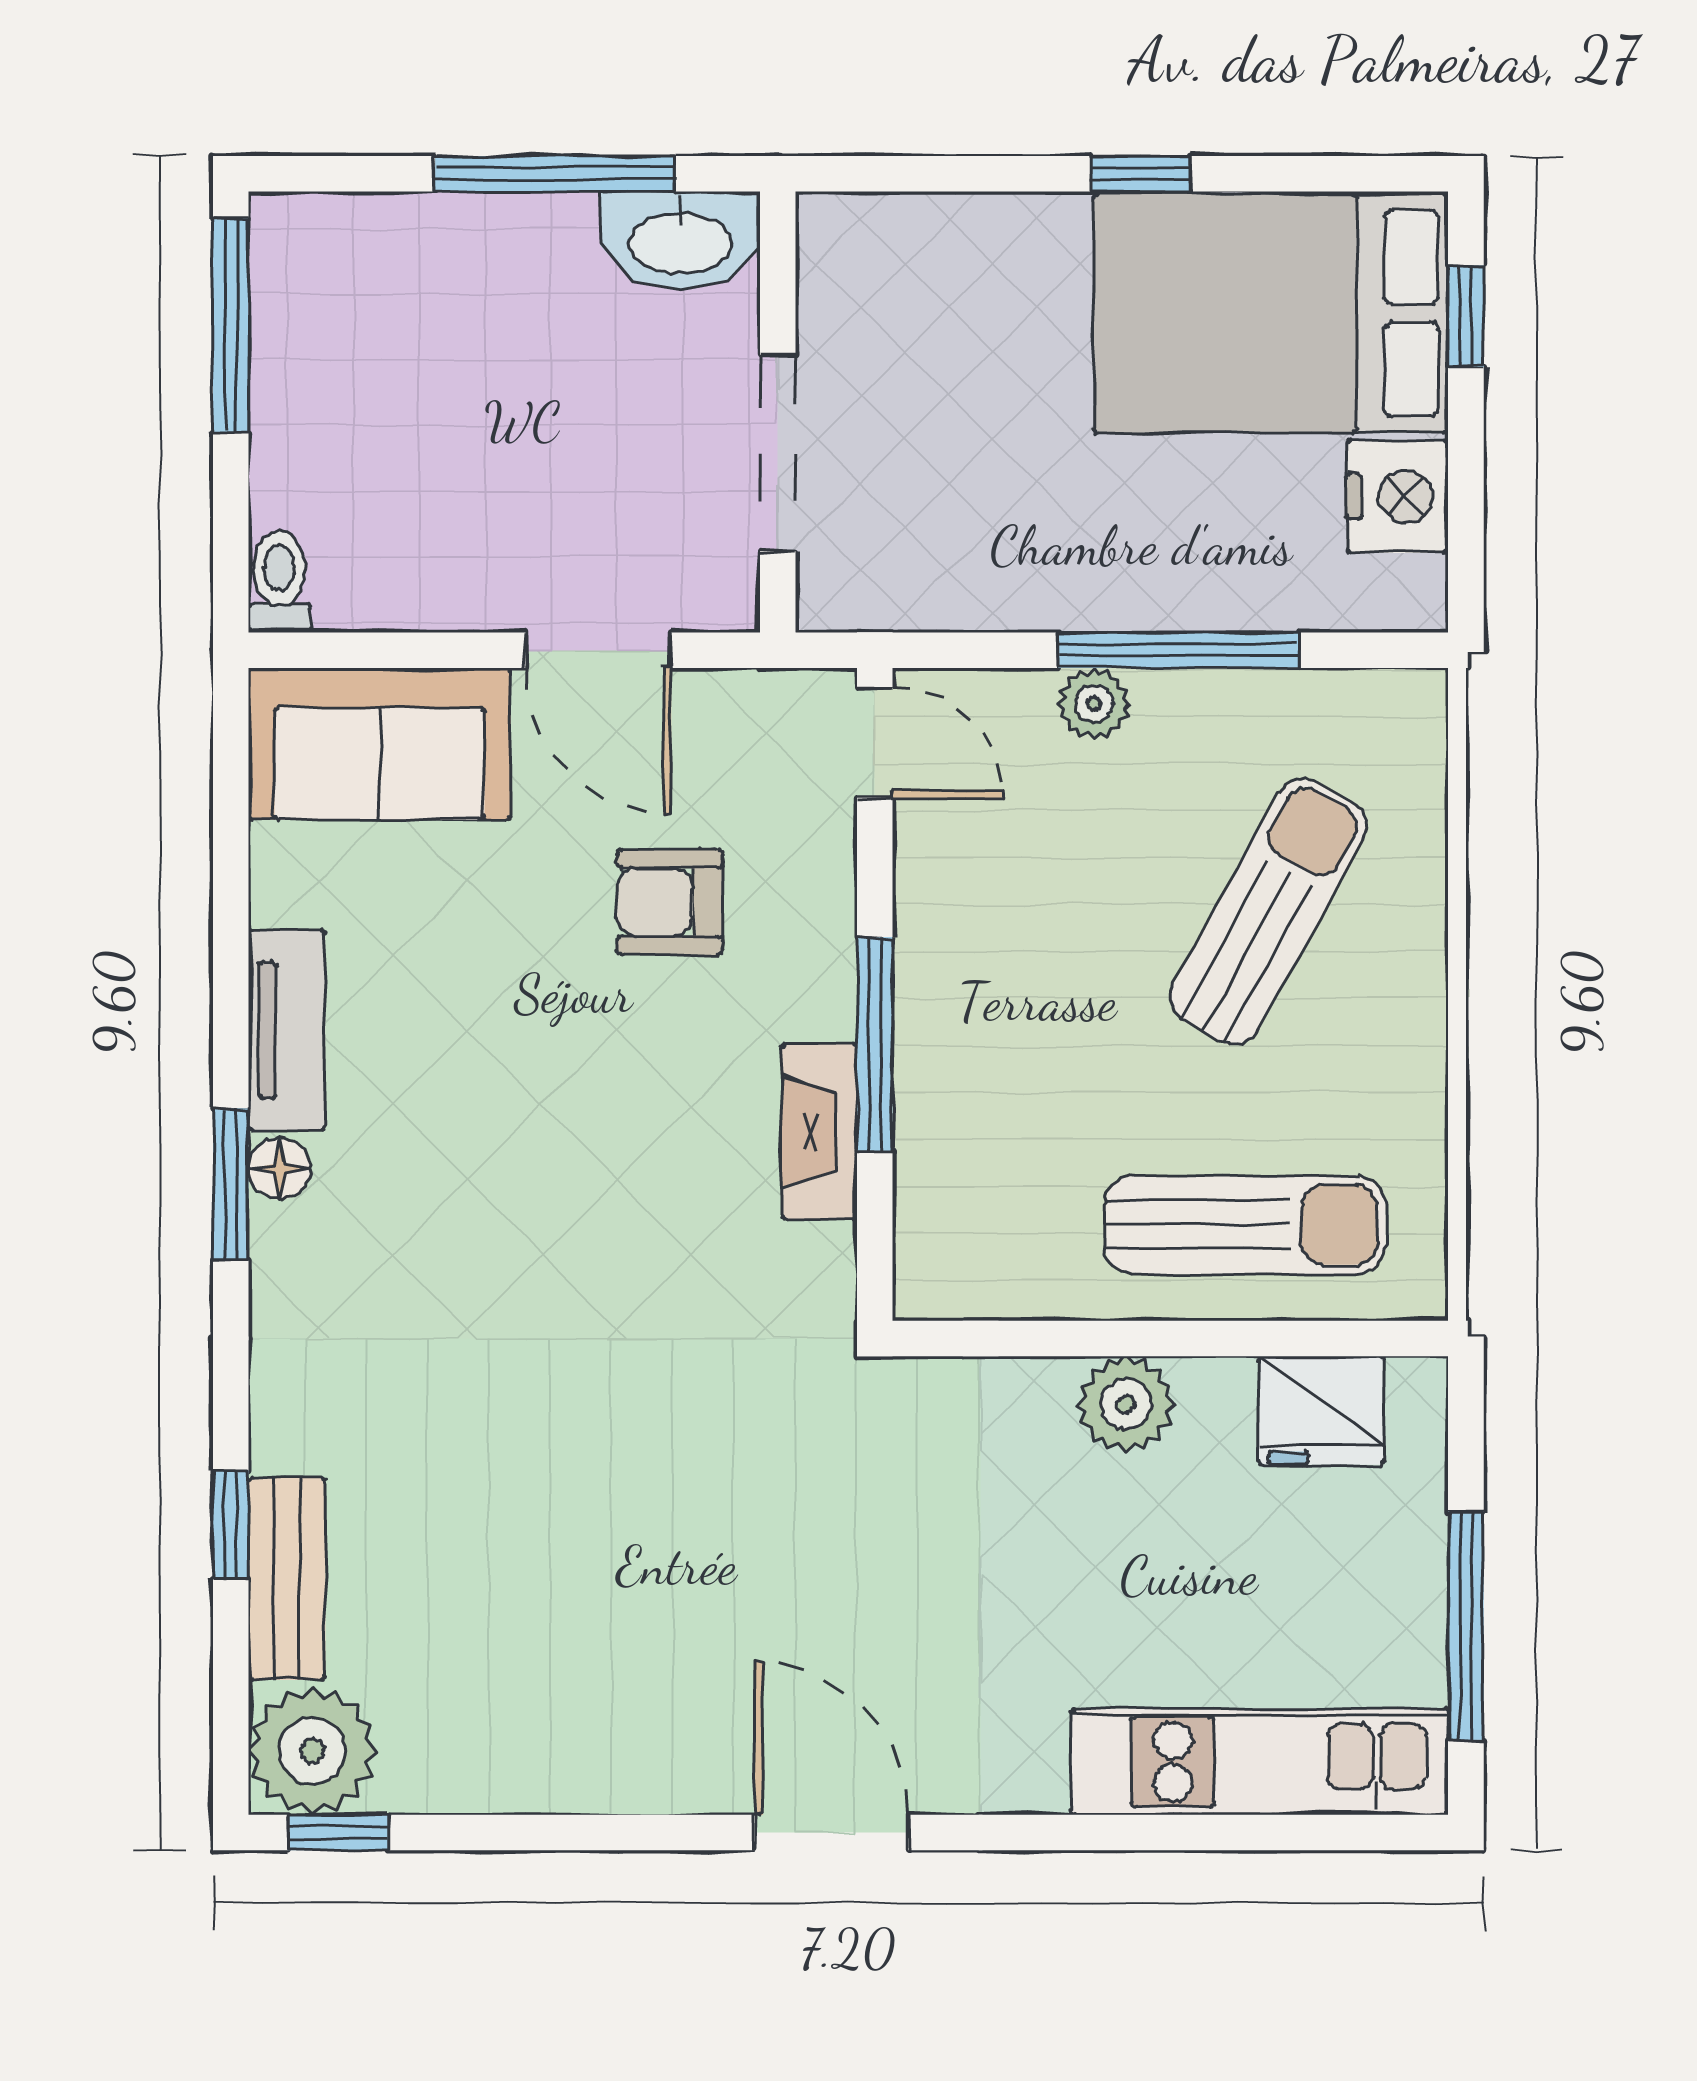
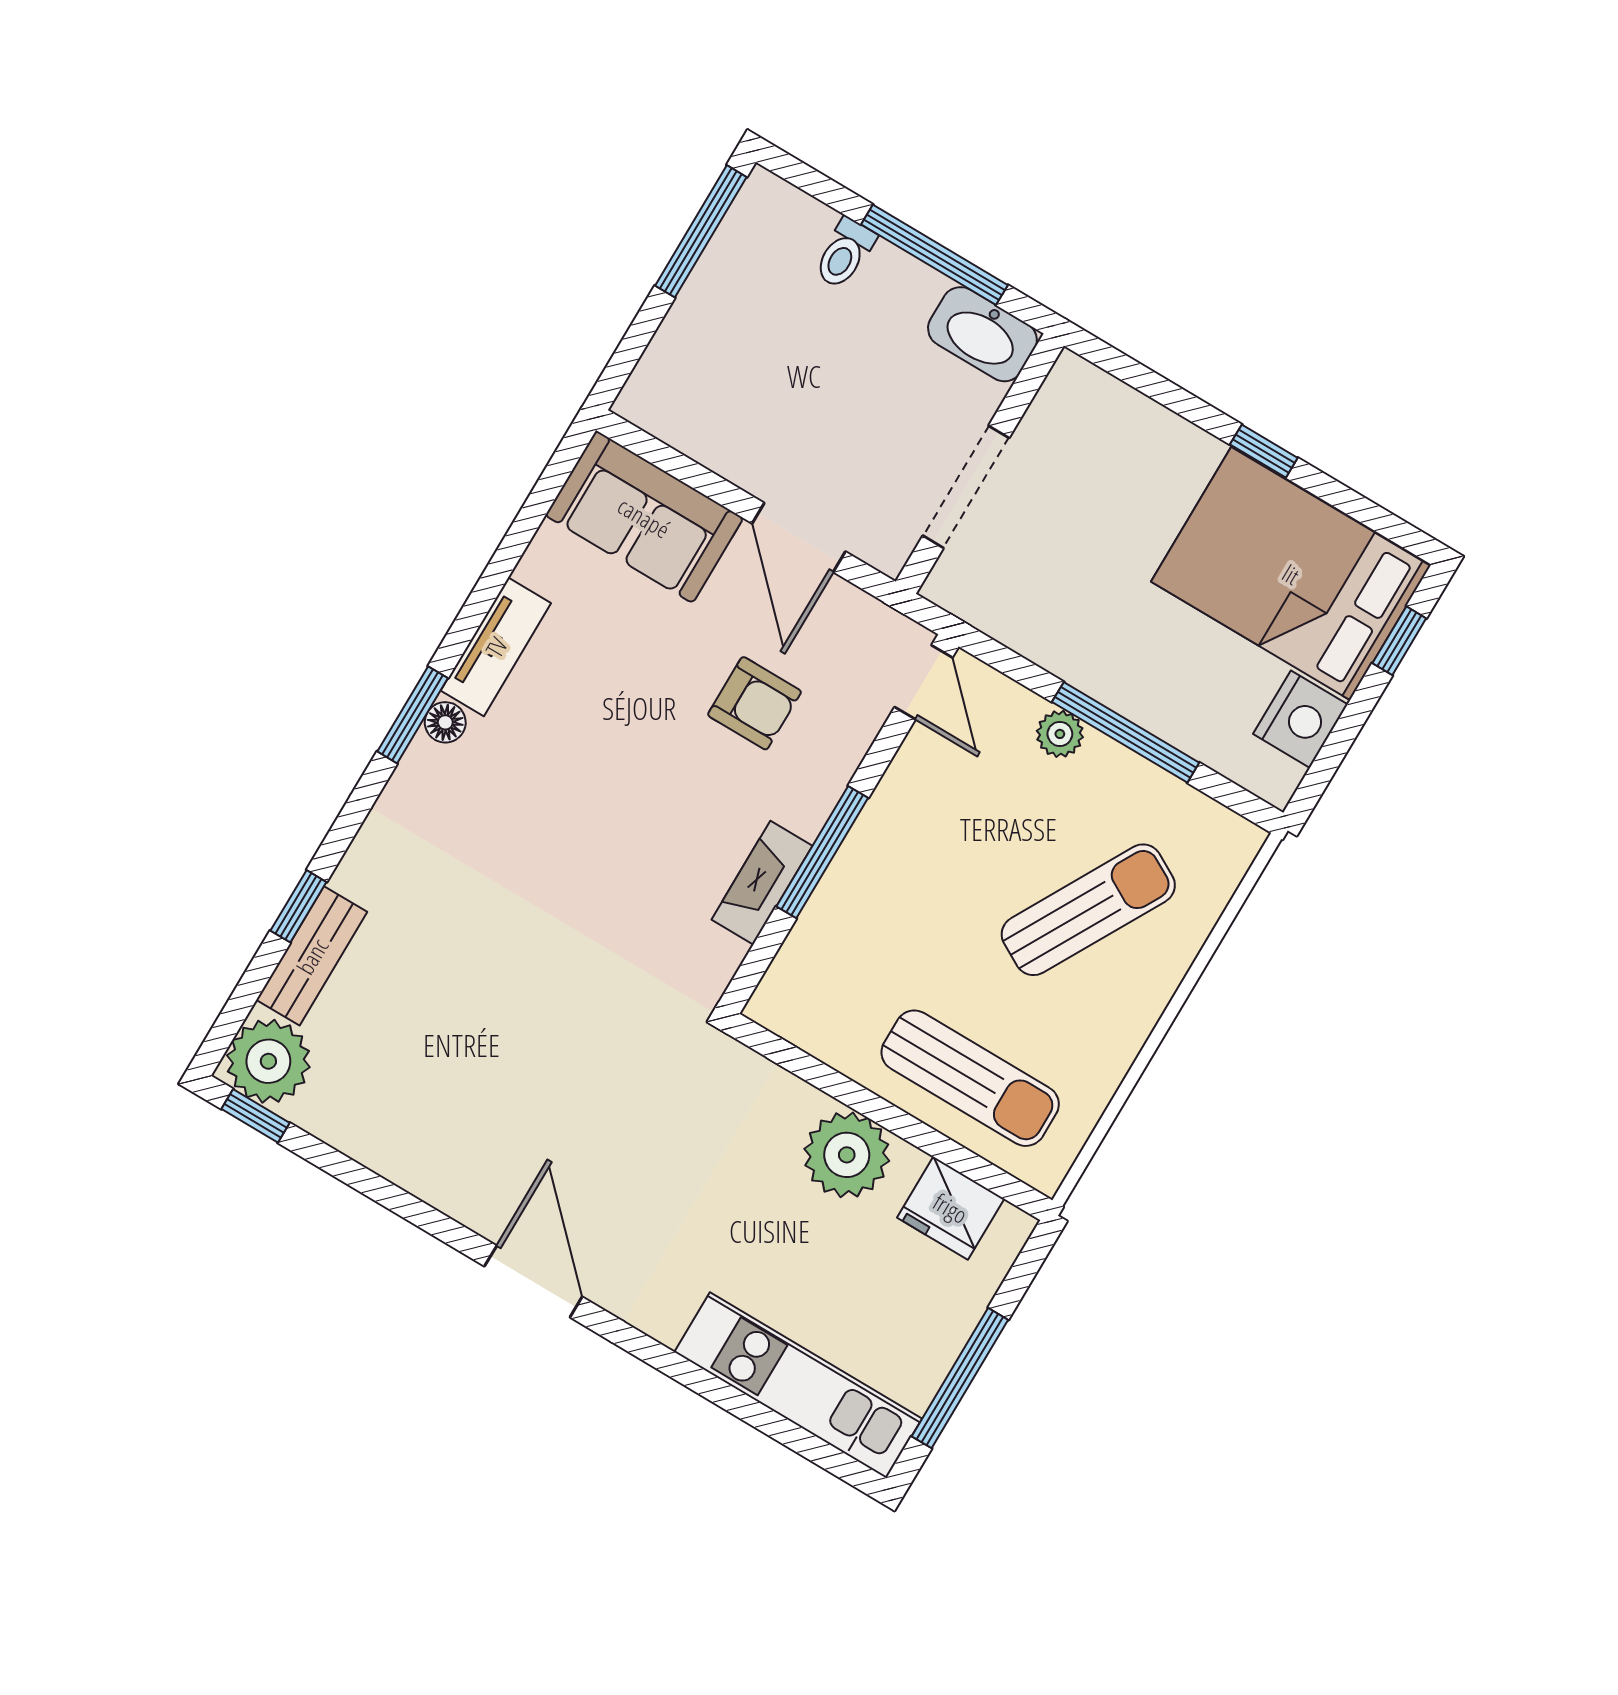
toilet: (279, 582) -> (845, 253), moved, turned 180
armchair: (670, 902) -> (755, 703), turned 180
plant: (1126, 1404) -> (847, 1155), width x1.36, depth x1.36

